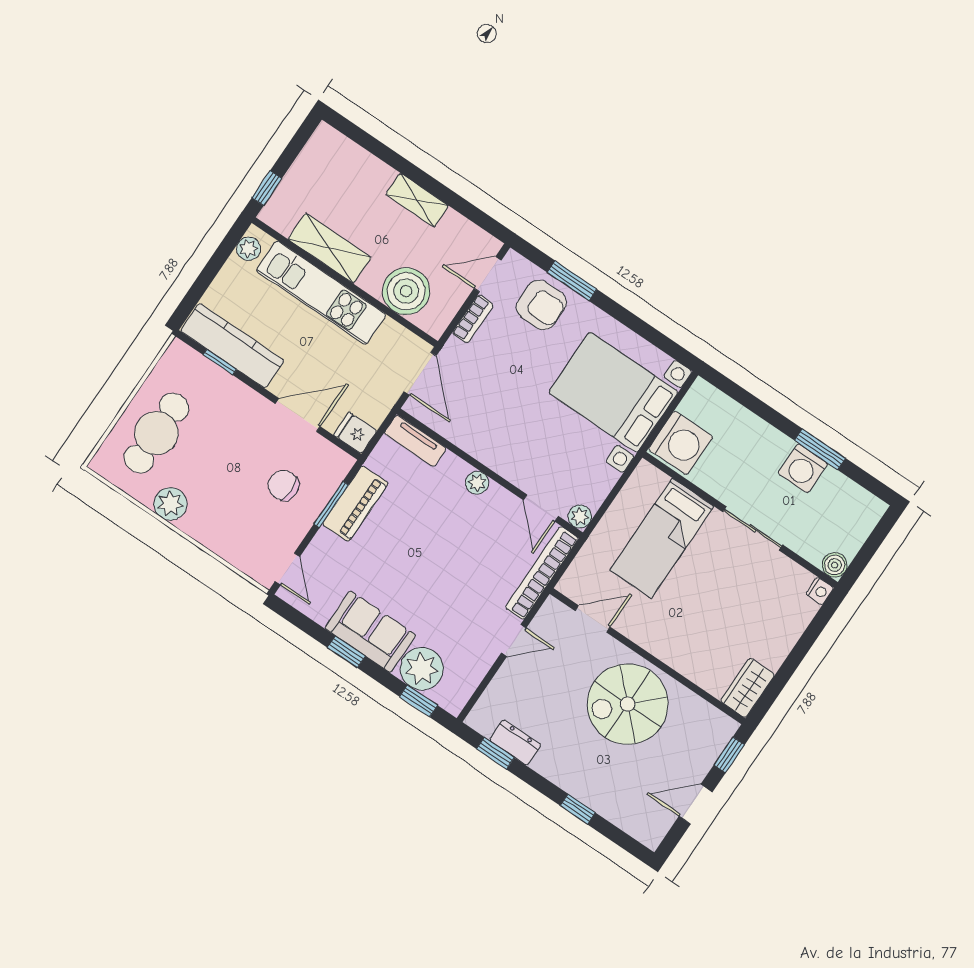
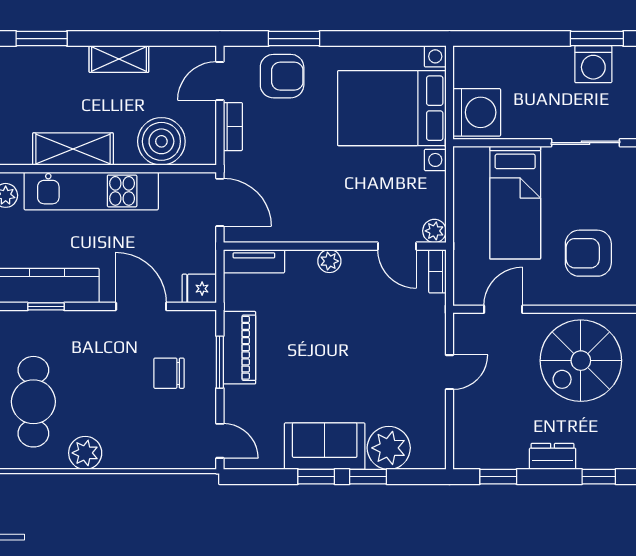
window: (365, 140) -> (42, 39), added
door: (298, 415) -> (141, 306), hinge flipped
bookcase: (542, 573) -> (437, 271), width x0.43, depth x0.76
armchair: (693, 620) -> (588, 253), added
window: (418, 701) -> (368, 477), moved
dresser: (515, 742) -> (553, 456), moved

